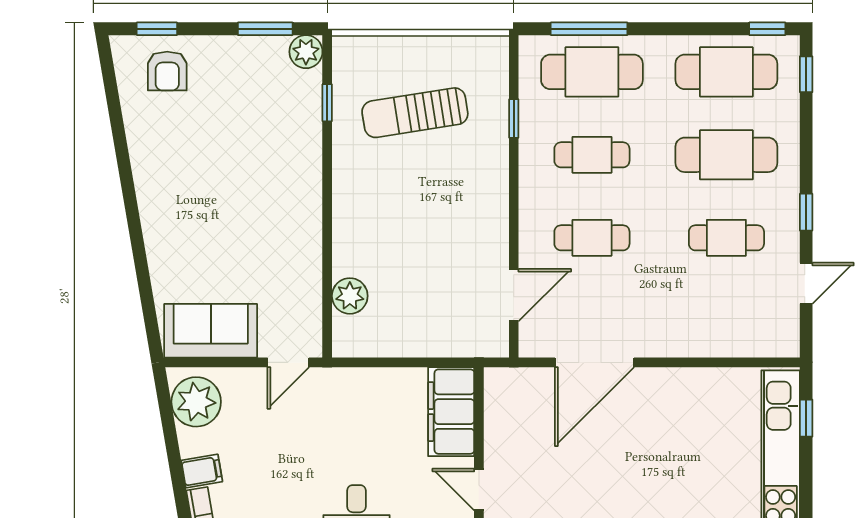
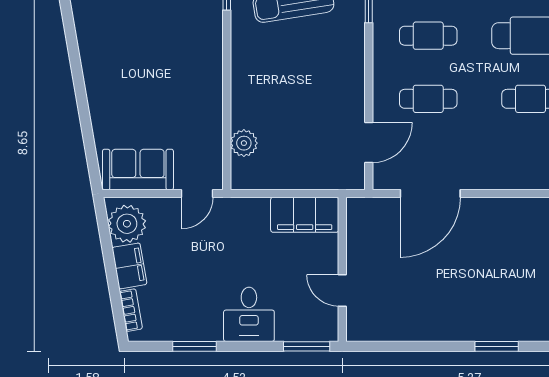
filing cabinet: (451, 412) -> (305, 215), moved, turned -90
filing cabinet: (202, 471) -> (129, 266), width x2.00

